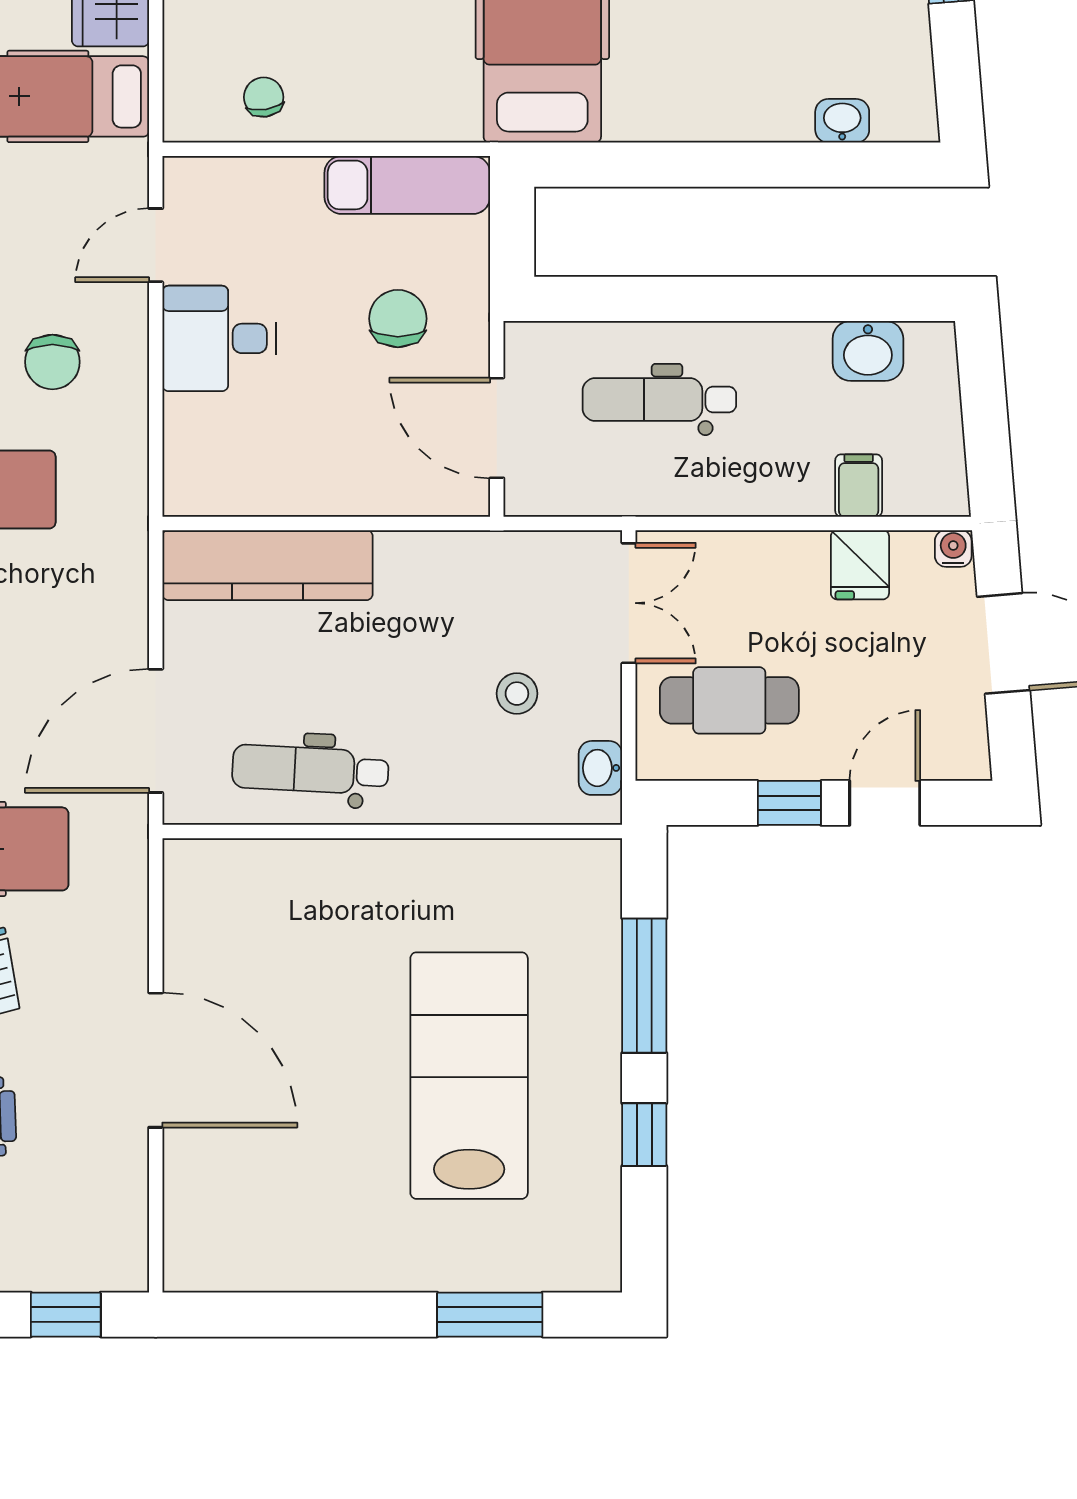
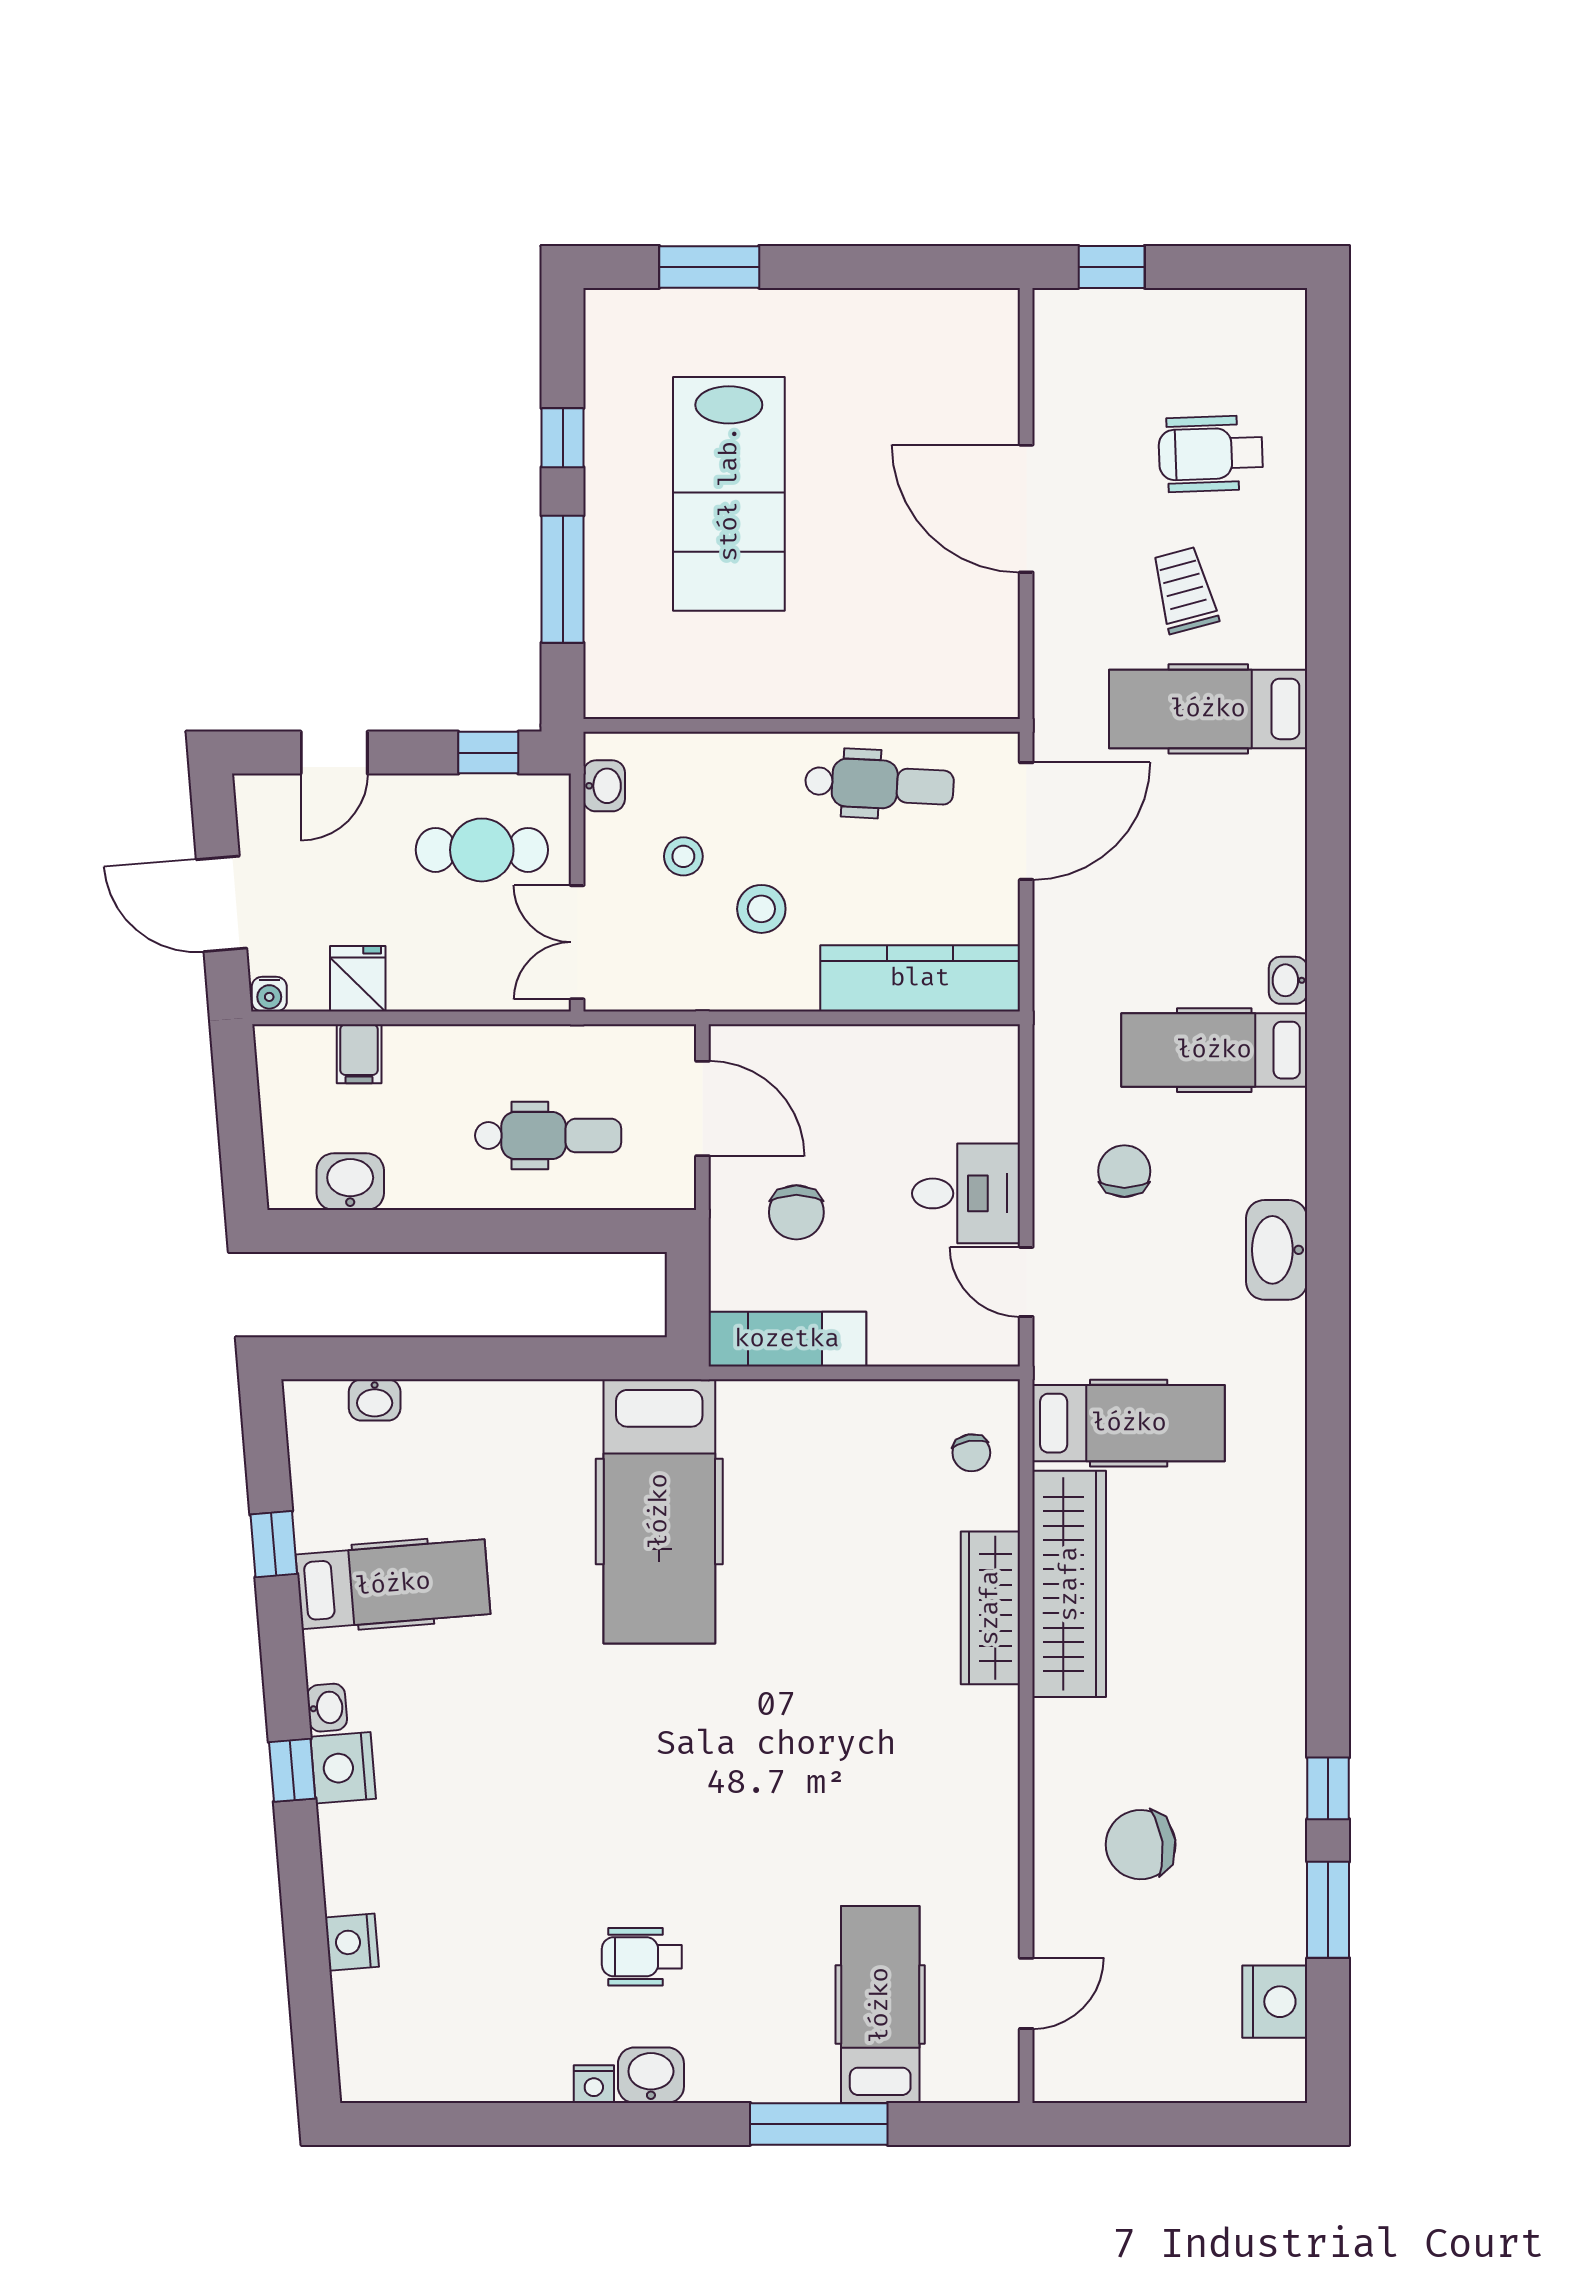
chair: (264, 97) -> (971, 1453), moved
door: (156, 245) -> (1026, 1282), swing flipped
stool: (435, 638) -> (761, 909), added
window: (789, 803) -> (488, 753), moved

